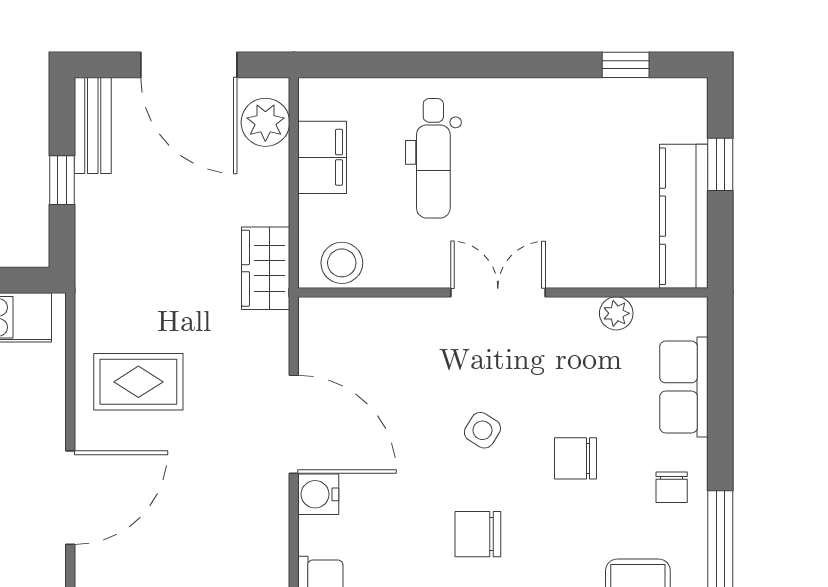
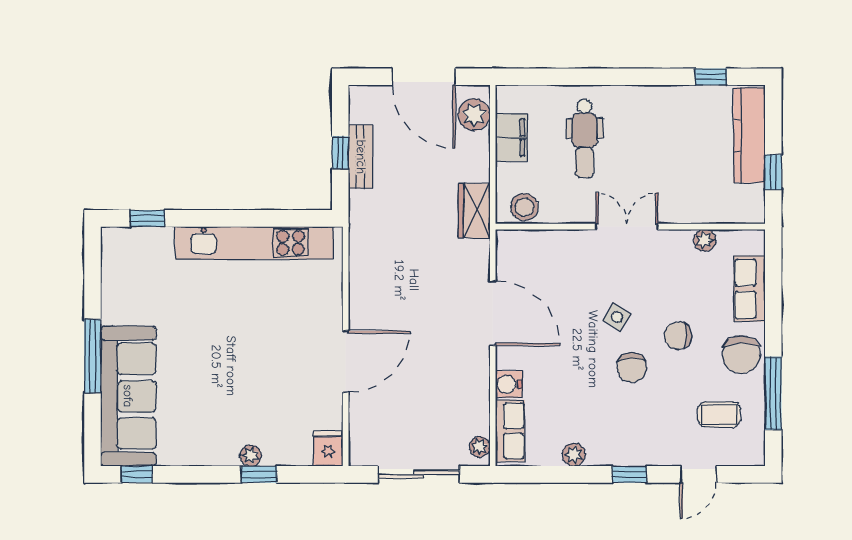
bench: (93, 125) -> (361, 157), moved
window: (720, 164) -> (773, 172), moved
kitchen counter: (684, 216) -> (749, 135), moved
rug: (138, 382) -> (391, 285), removed
chair: (672, 487) -> (741, 355), width x1.87, depth x1.87
water cooler: (318, 494) -> (509, 384), moved
chair: (478, 534) -> (632, 367), moved, turned -90

